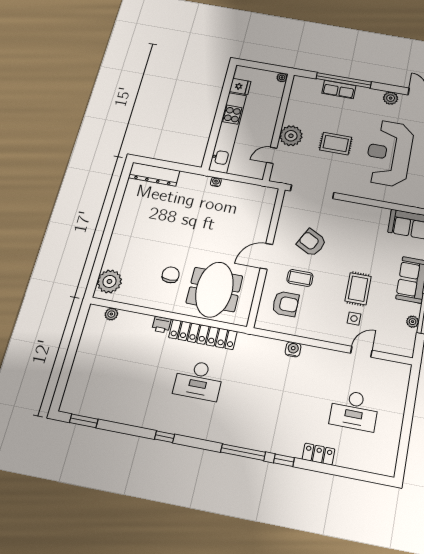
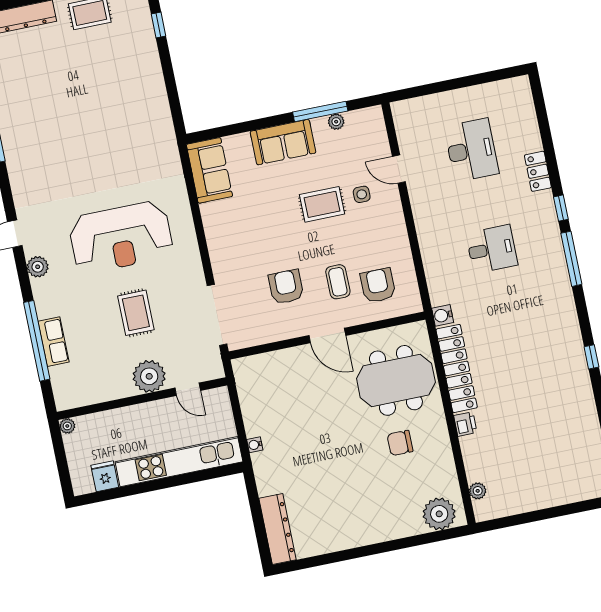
armchair: (312, 243) -> (286, 287), turned 153
water cooler: (293, 349) -> (443, 315), moved
desk: (199, 380) -> (492, 249), moved, width x0.73

